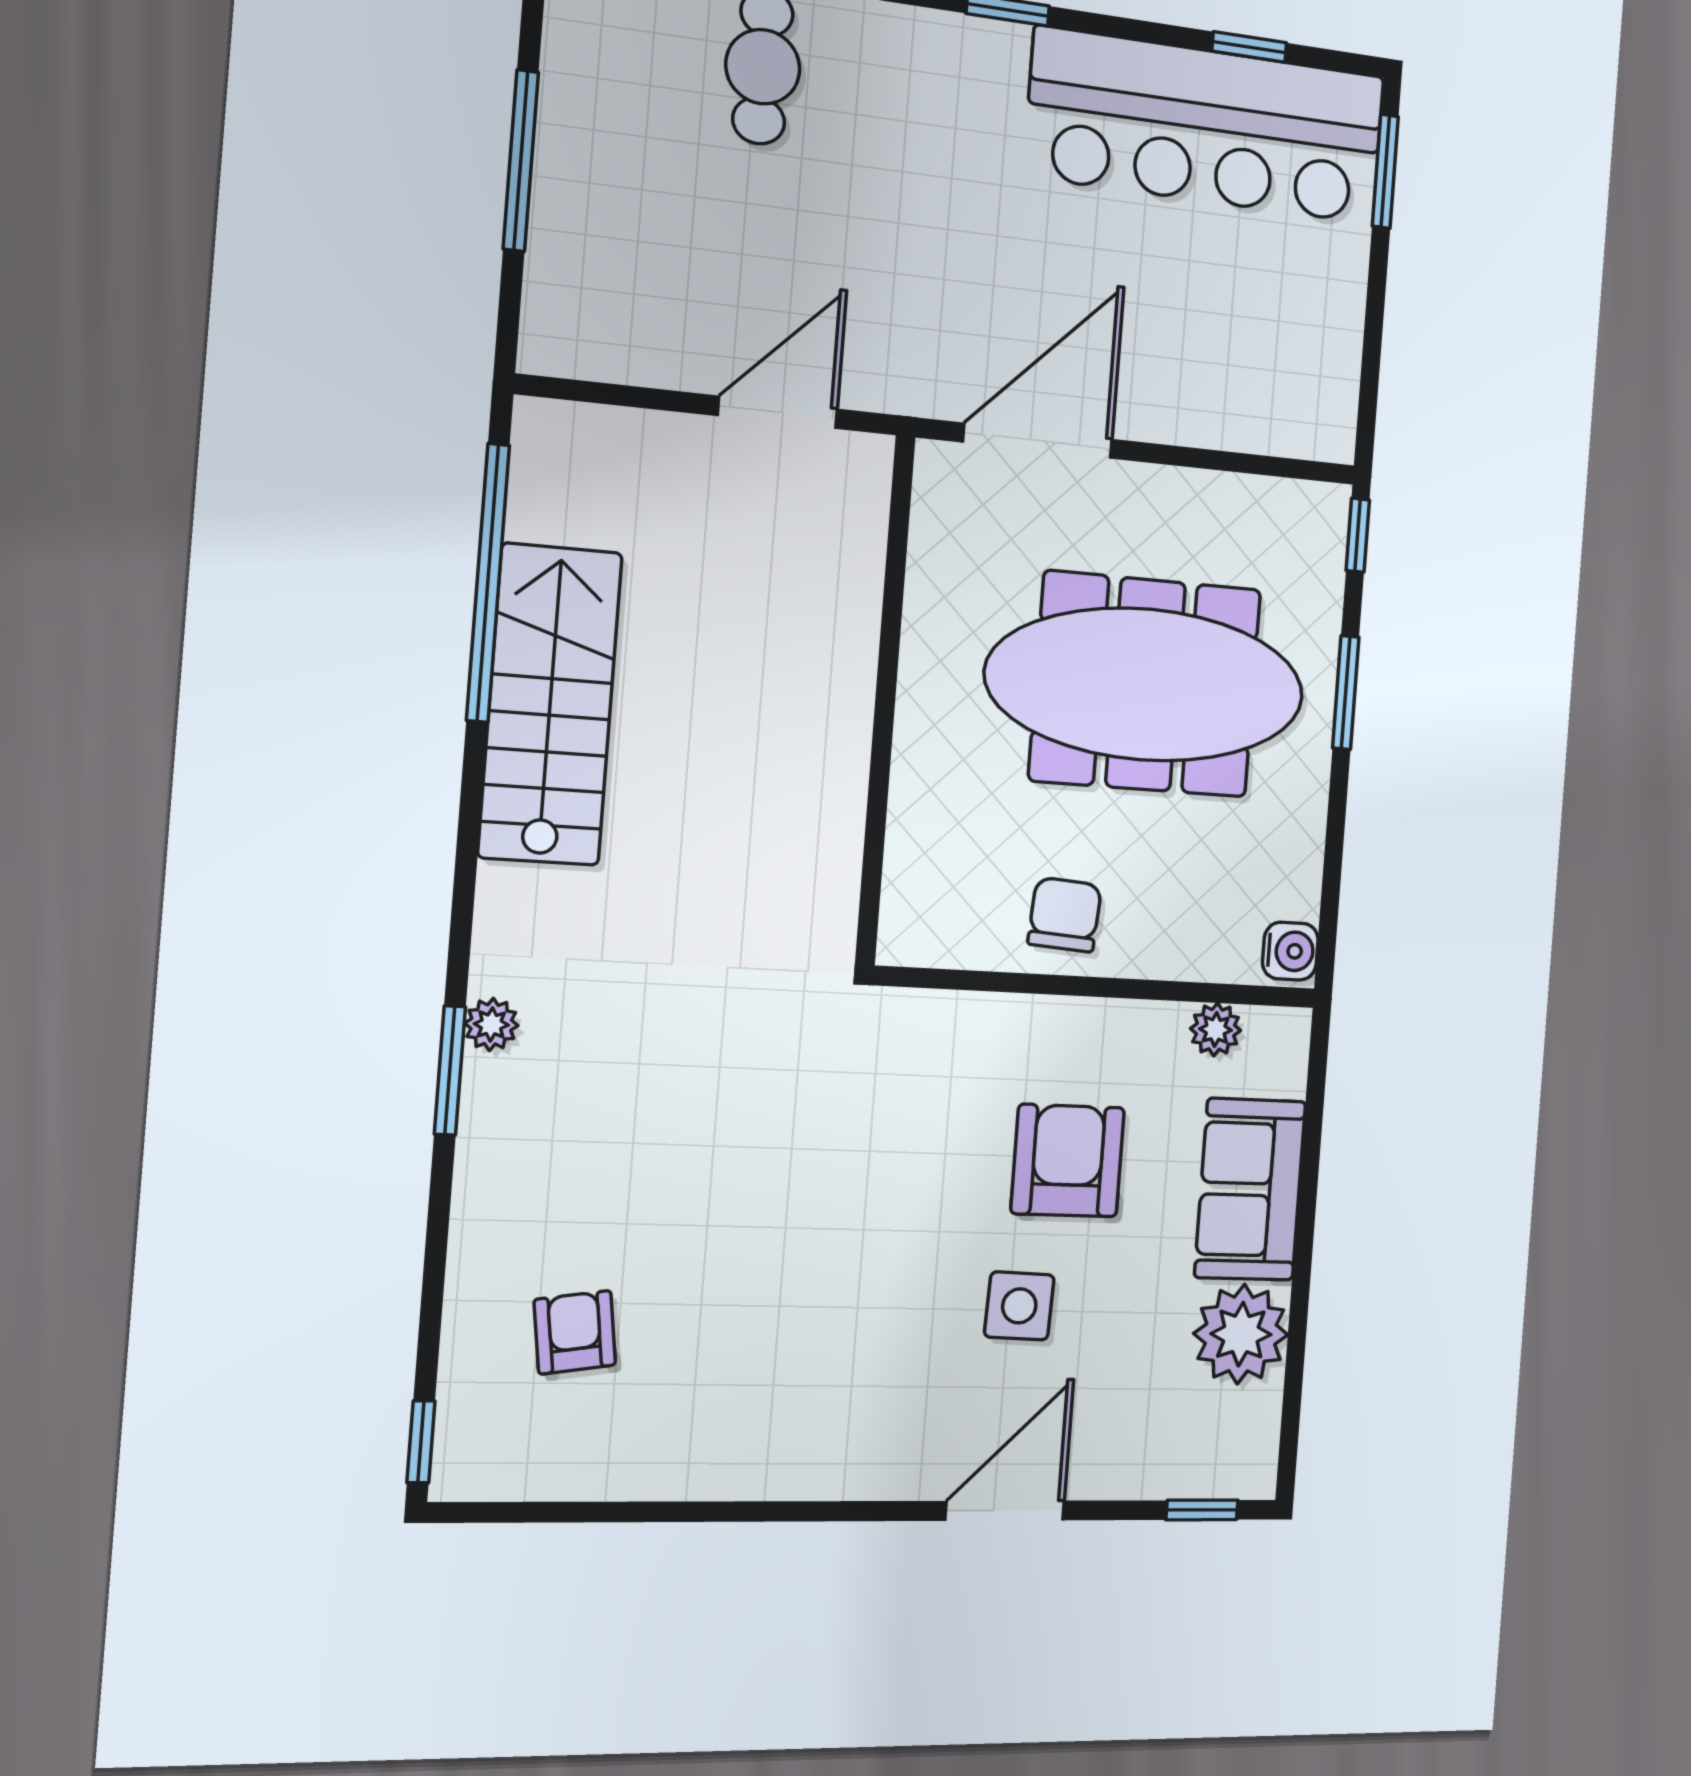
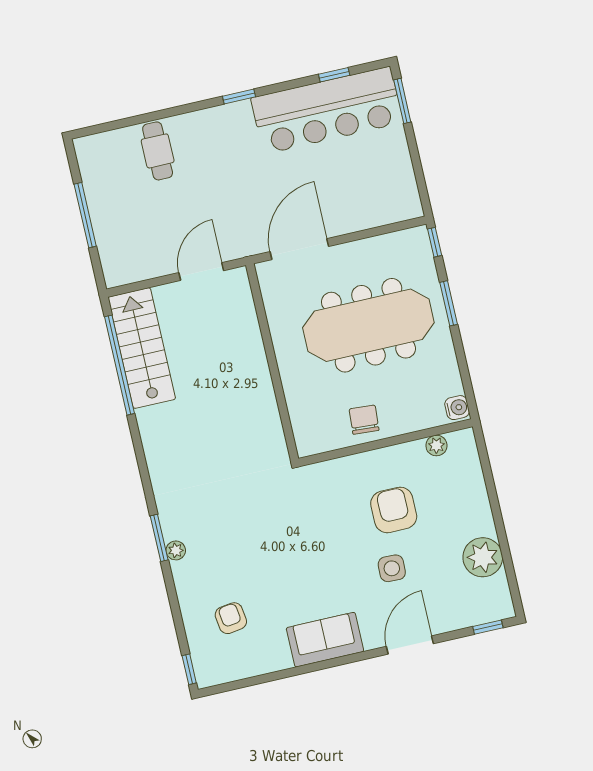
stairs: (550, 705) -> (142, 348), moved
plant: (491, 1024) -> (176, 550), moved
sofa: (1250, 1189) -> (325, 640), moved, turned 90

